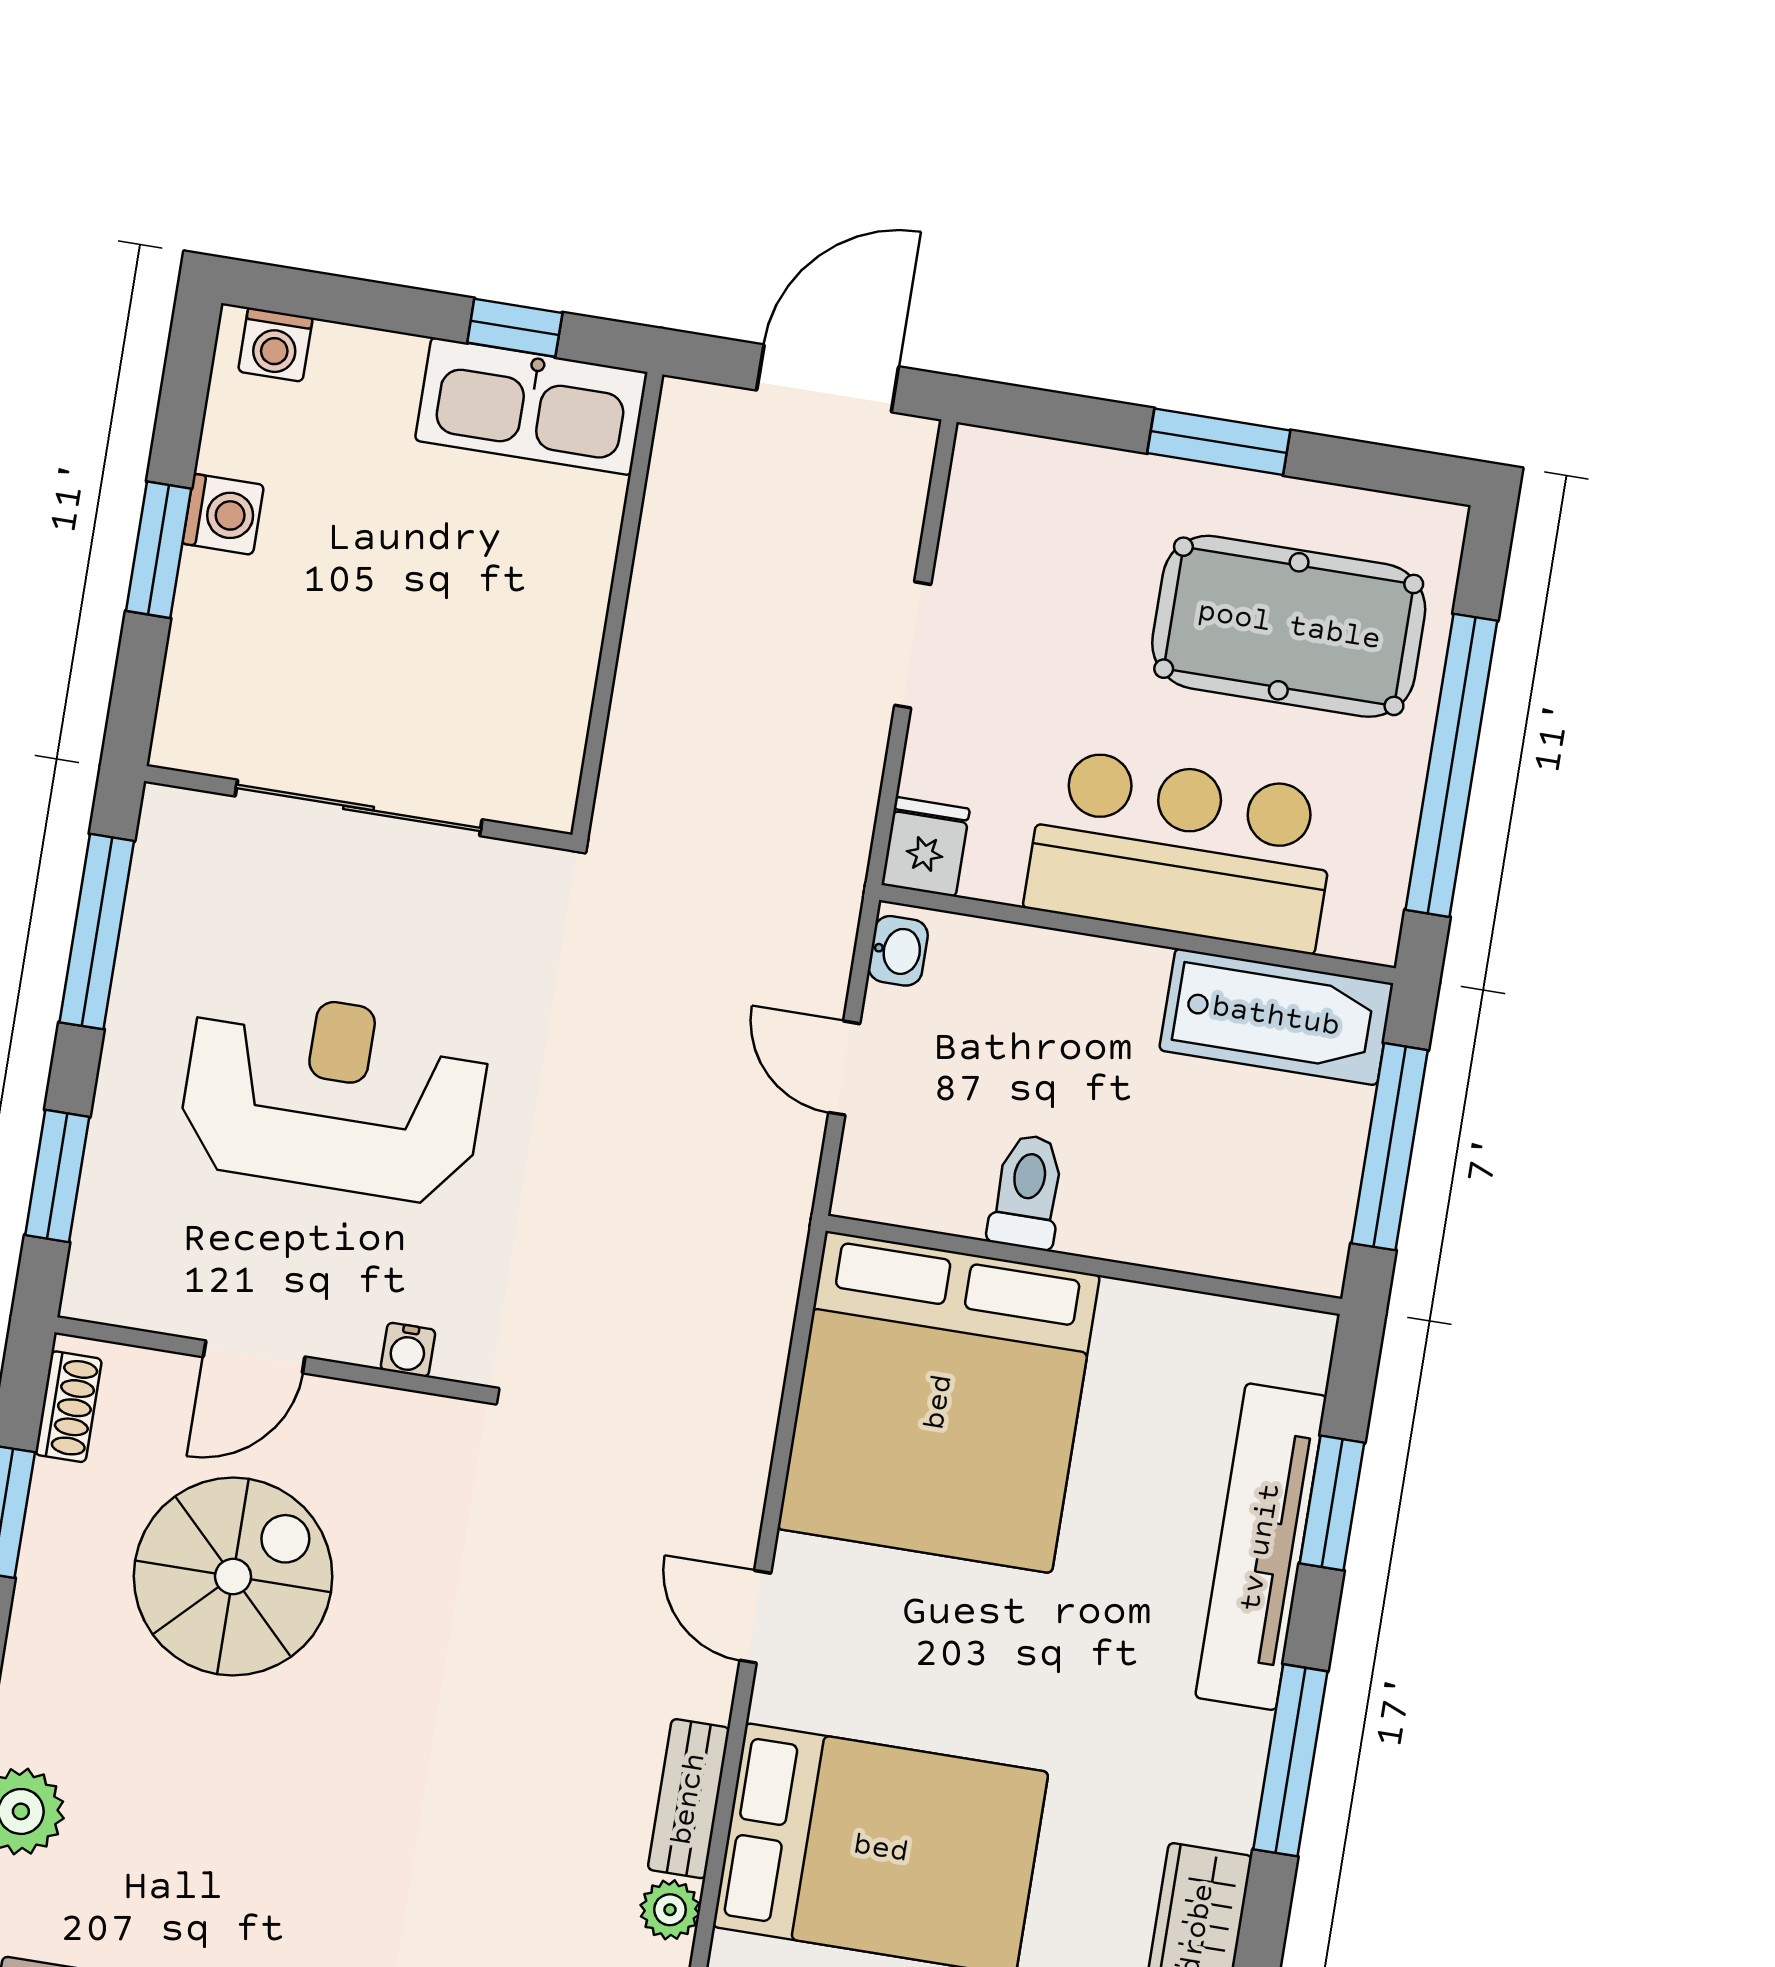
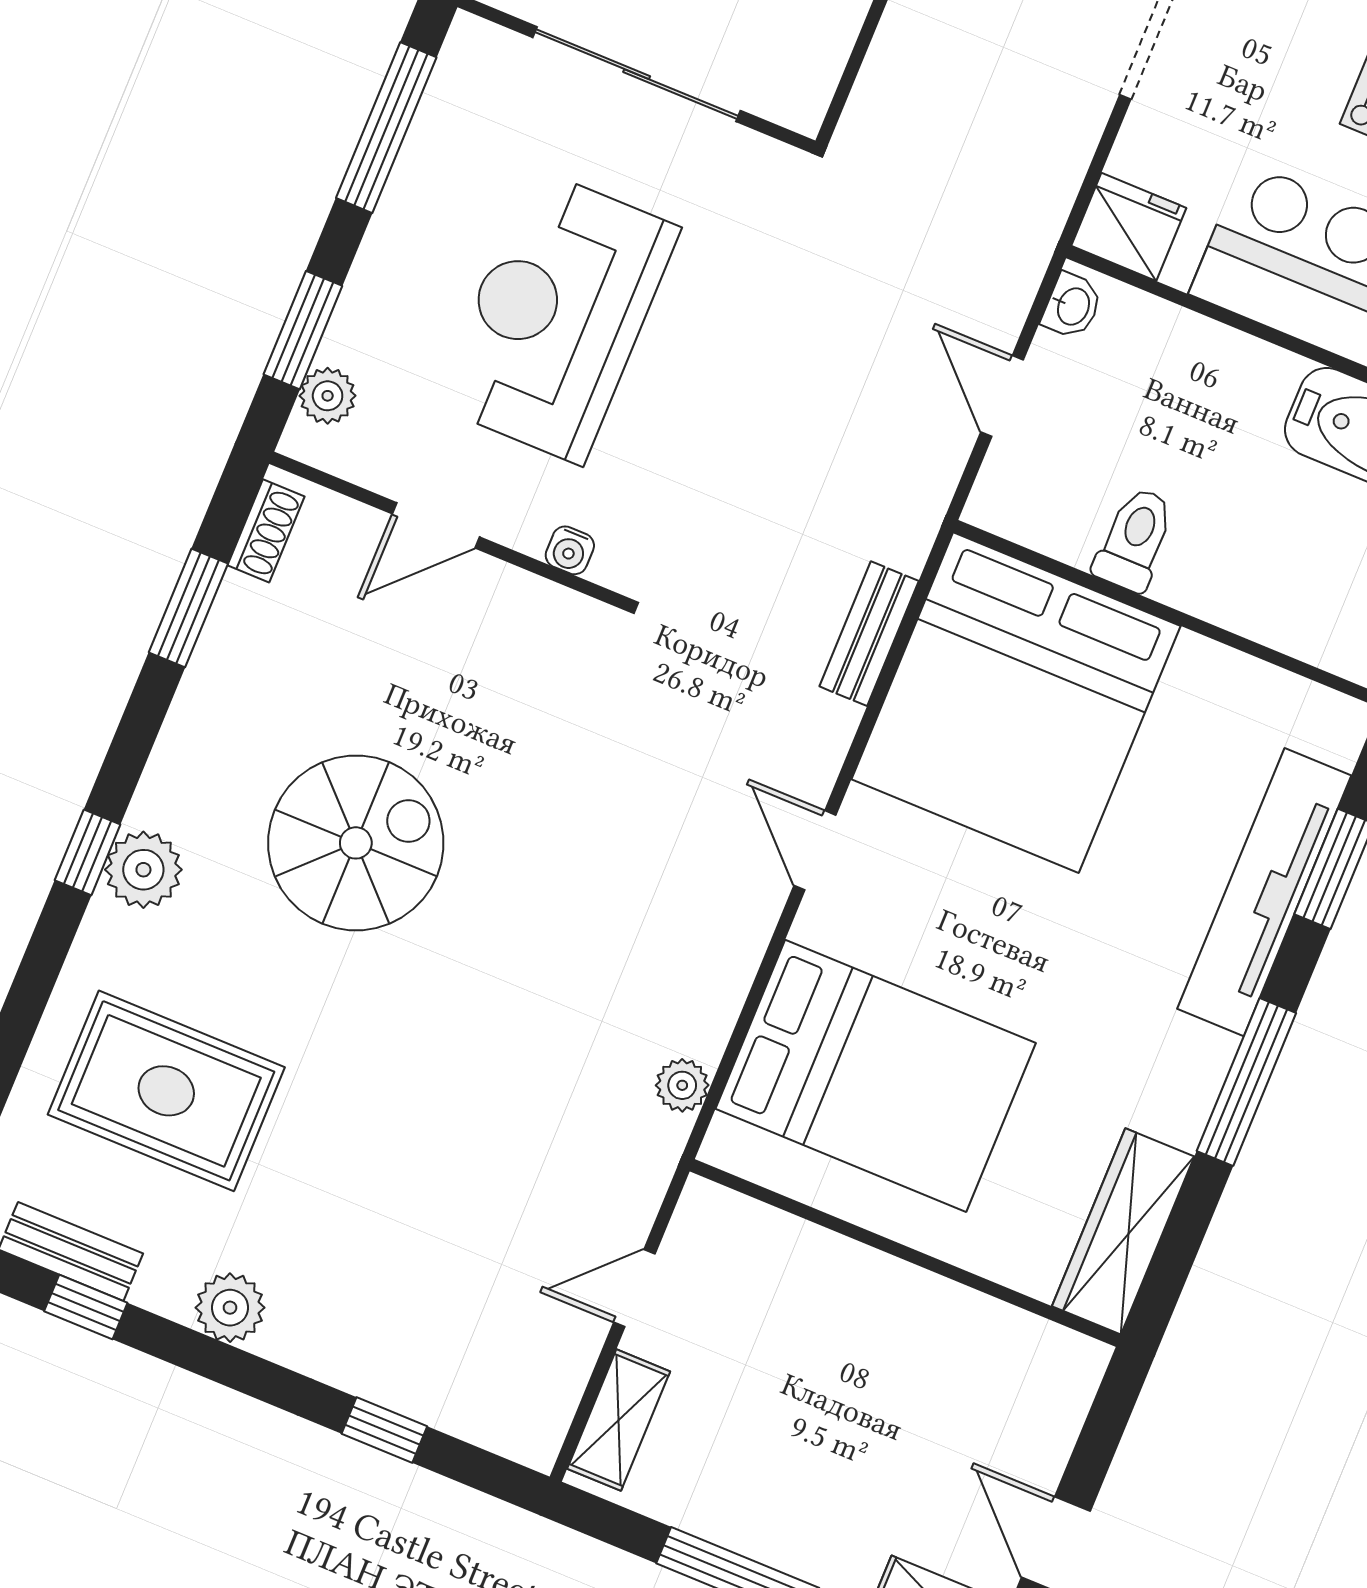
fridge: (926, 847) -> (1129, 227), width x1.38
reception desk: (334, 1095) -> (557, 316), turned -90
plant: (101, 1242) -> (328, 396), added
spiral stairs: (233, 1576) -> (356, 843), moved
bench: (689, 1799) -> (869, 634), moved

